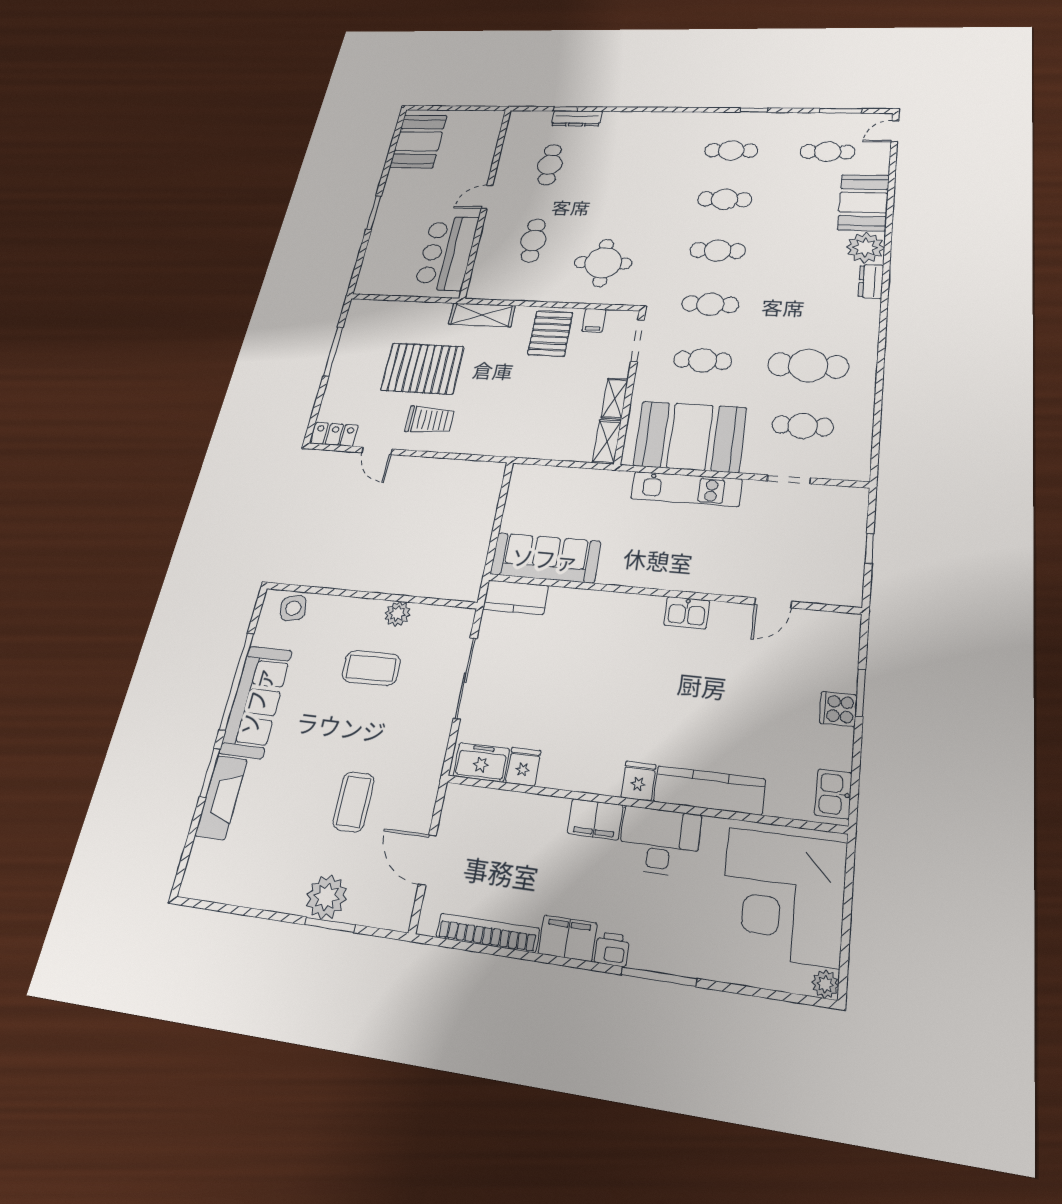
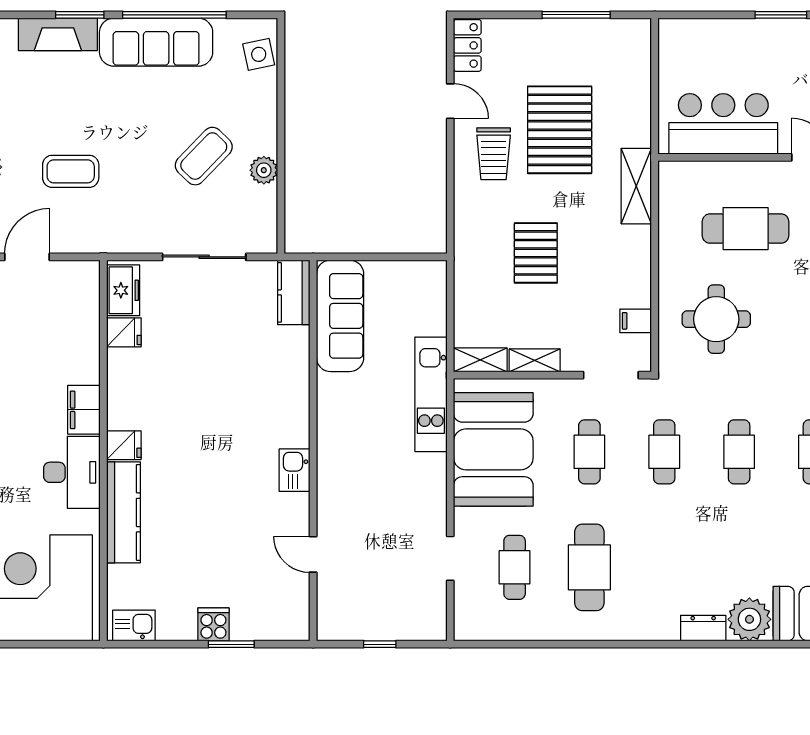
cafe table: (533, 240) -> (746, 229), width x1.37, depth x1.35
pallet: (550, 334) -> (536, 253), moved, turned 90
door: (377, 451) -> (450, 101), swing flipped
kitchen unit: (686, 489) -> (431, 394), moved
coffee table: (371, 668) -> (204, 156), turned 45

